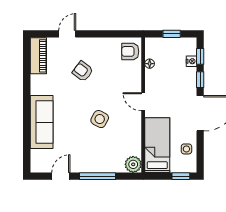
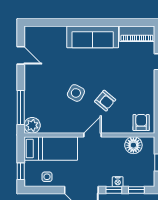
nightstand: (192, 61) -> (118, 182), moved
floor lamp: (150, 64) -> (133, 145), width x1.89, depth x1.89
armchair: (83, 71) -> (105, 101), moved, turned 93
sofa: (42, 122) -> (93, 37), moved
window: (98, 176) -> (21, 107), moved

